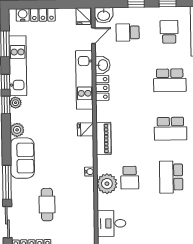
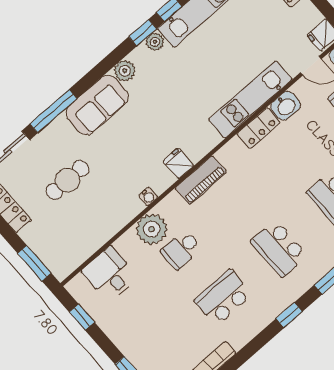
fridge: (85, 129) -> (178, 163), moved

